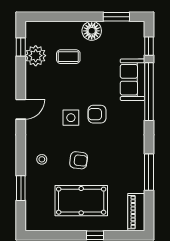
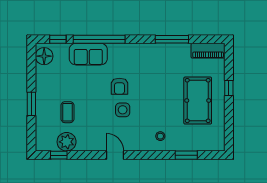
window: (116, 17) -> (31, 104), moved
floor lamp: (92, 31) -> (44, 56), moved
armchair: (79, 160) -> (161, 103), removed

